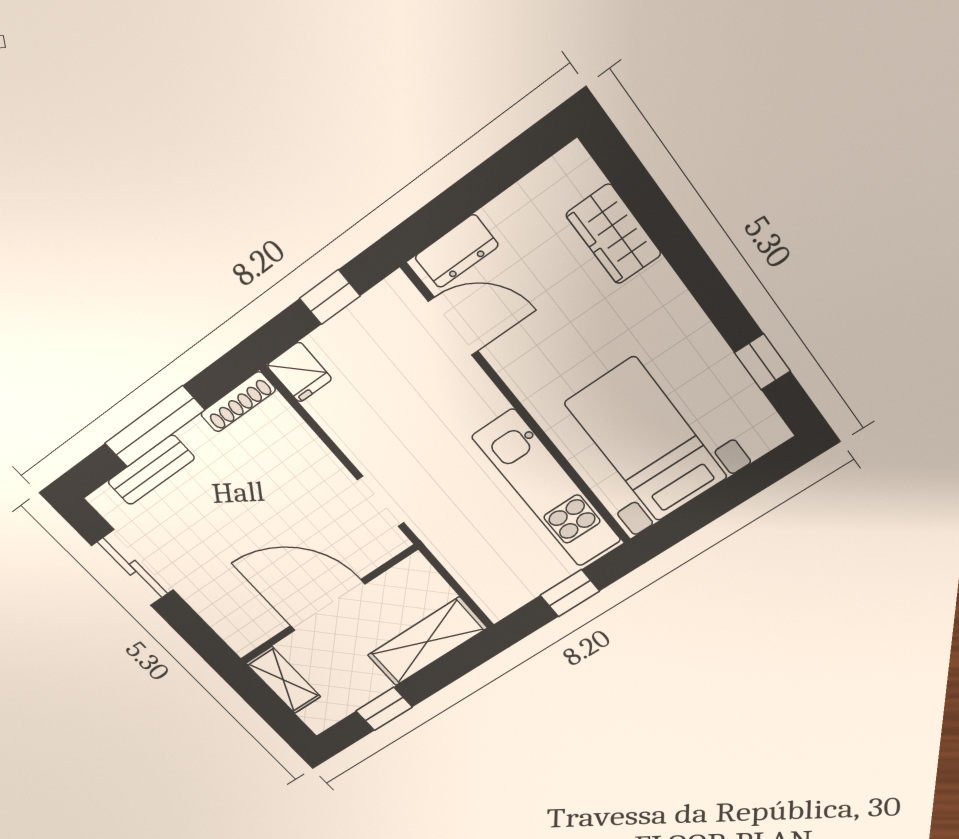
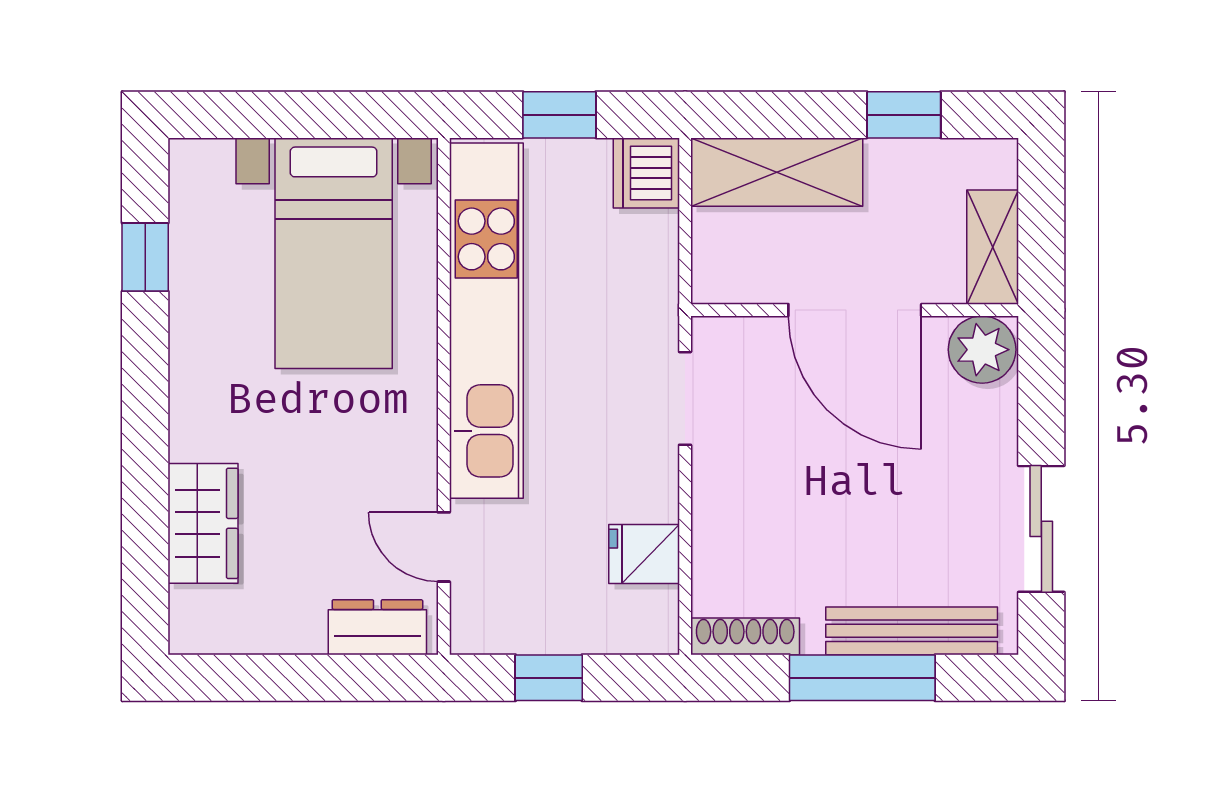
door: (453, 326) -> (444, 547), width x0.73
fridge: (299, 372) -> (644, 554), moved, turned -90
bench: (151, 470) -> (912, 631), width x1.36
kitchen unit: (547, 489) -> (486, 321), width x1.36
dishwasher: (498, 596) -> (646, 173), added
plant: (244, 631) -> (982, 350), added

